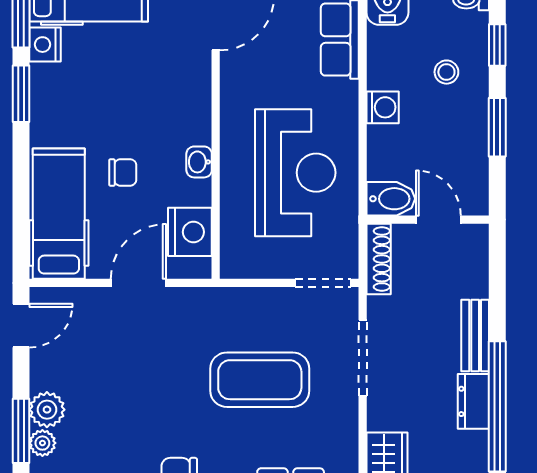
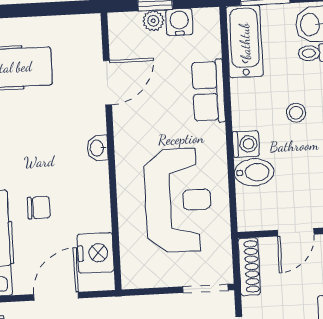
washbasin: (199, 162) -> (97, 148), moved
bidet: (391, 199) -> (254, 172), moved
door: (438, 220) -> (296, 232), swing flipped

